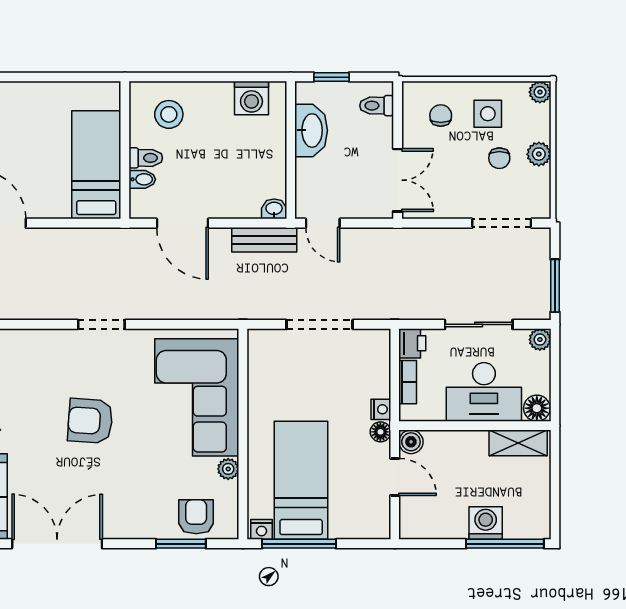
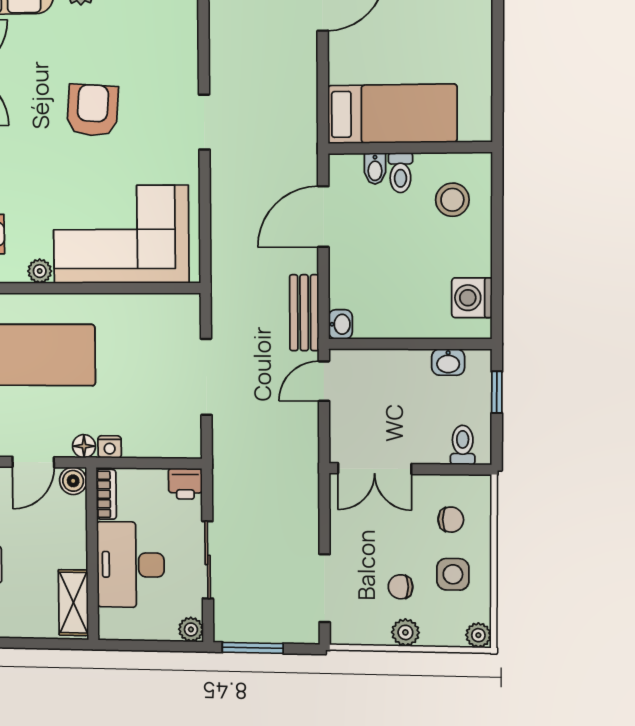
washbasin: (311, 130) -> (448, 362), width x0.52, depth x0.69
bookcase: (408, 382) -> (106, 494), moved, turned -90
floor lamp: (537, 408) -> (113, 624), removed

